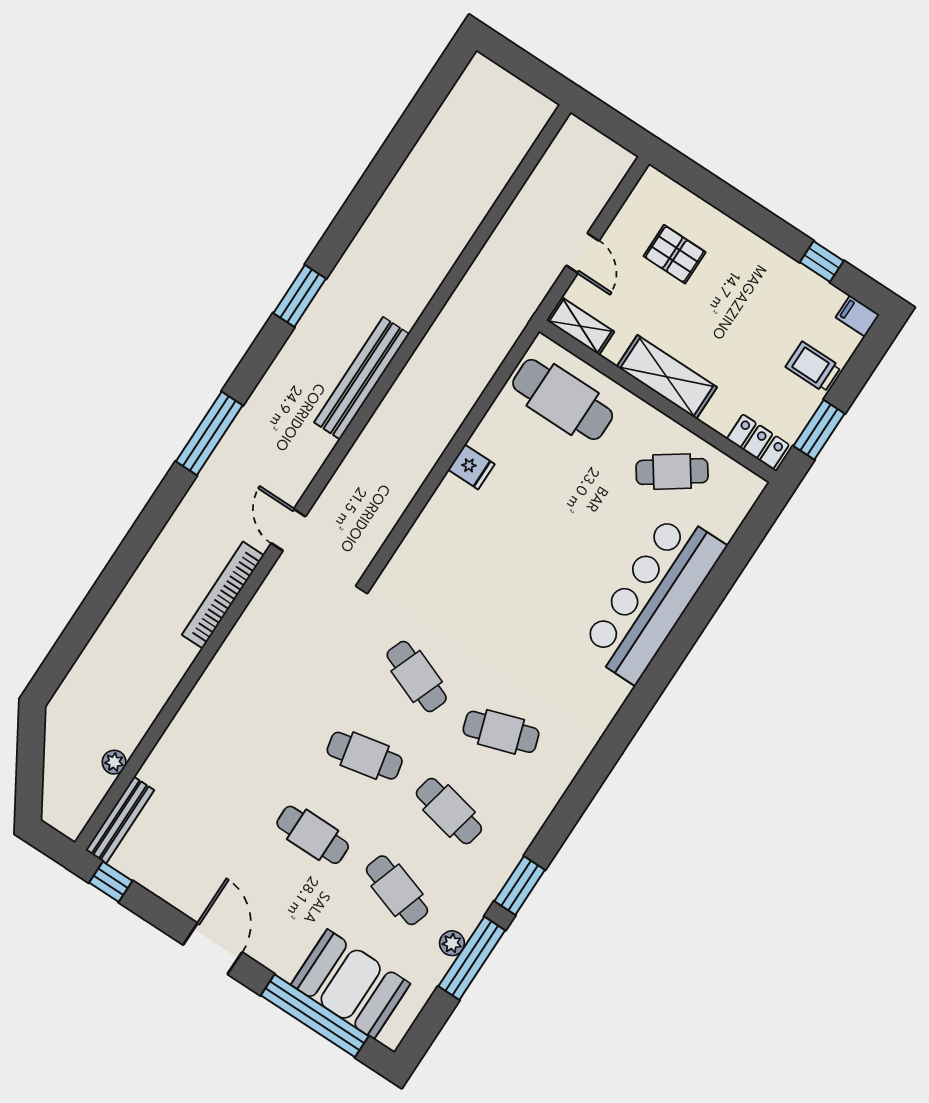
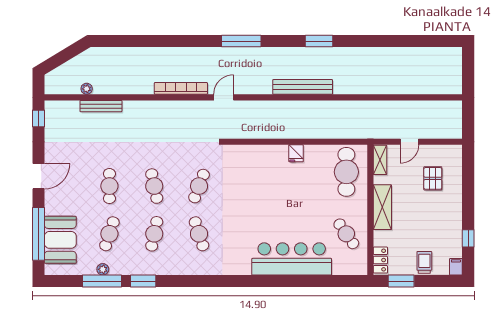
bench: (120, 820) -> (101, 106), moved

